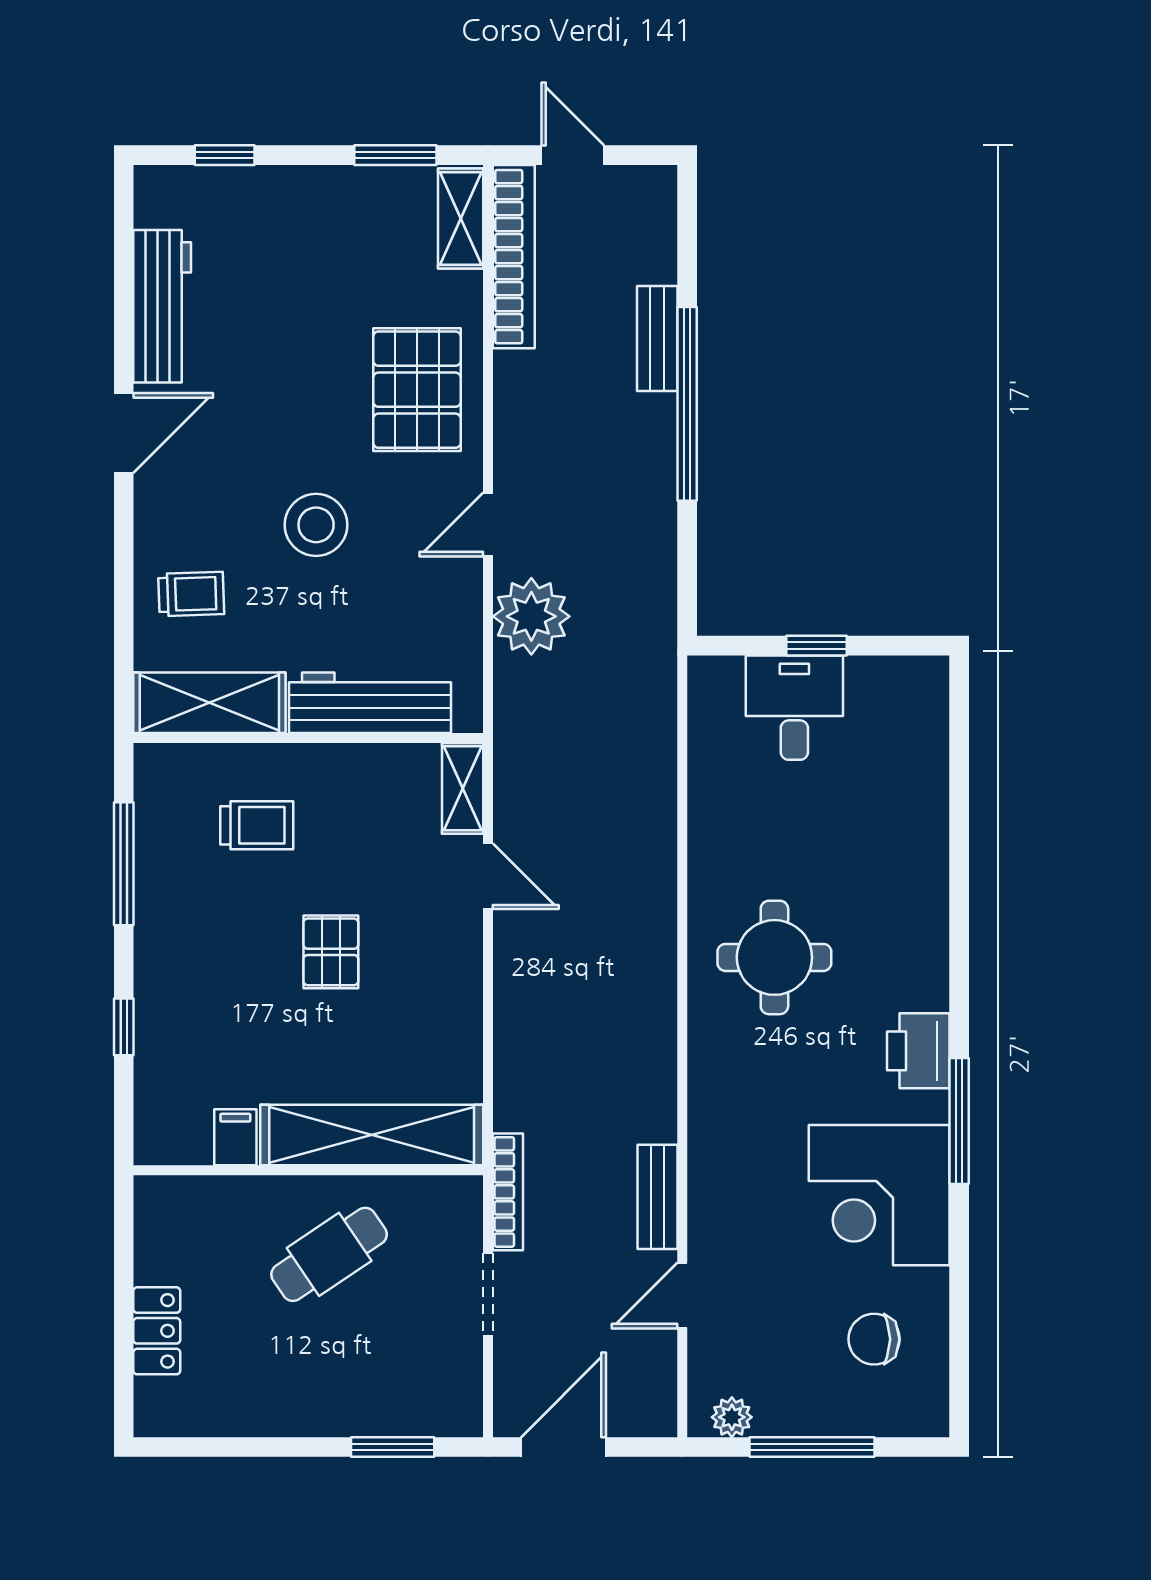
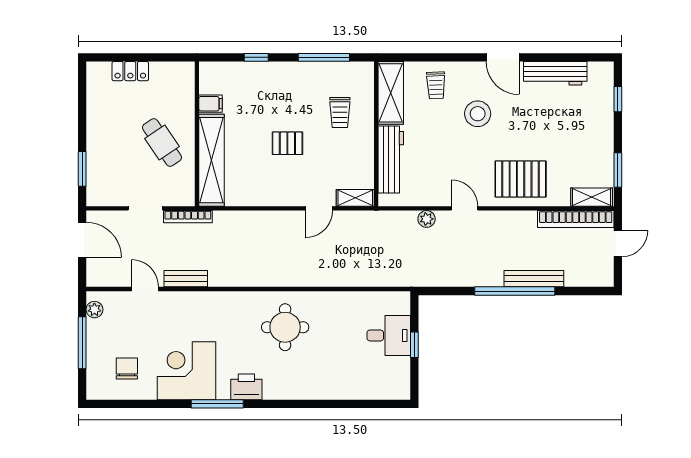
bench: (657, 339) -> (534, 279), width x1.36
stool: (316, 525) -> (478, 114), moved
plant: (531, 616) -> (427, 219), width x0.53, depth x0.53

